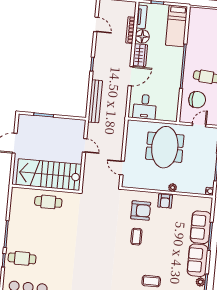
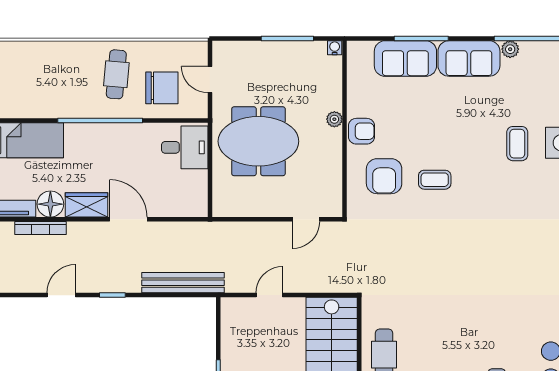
door: (96, 24) -> (61, 295), moved
chair: (197, 100) -> (162, 88), turned 90
desk: (145, 107) -> (185, 147), moved
armchair: (141, 211) -> (384, 176), turned 180

